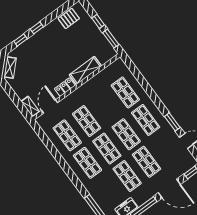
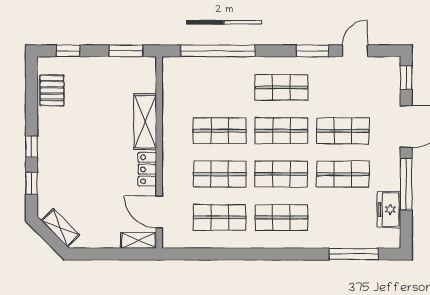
window: (98, 21) -> (68, 51), moved
window: (141, 80) -> (218, 51), added
shop shelf: (125, 92) -> (220, 131), moved

